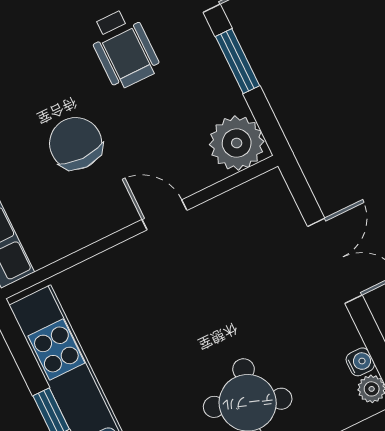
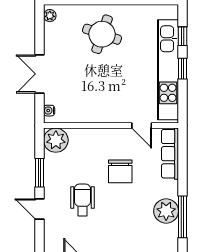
door: (164, 215) -> (142, 125), moved
water cooler: (360, 362) -> (49, 111), moved

